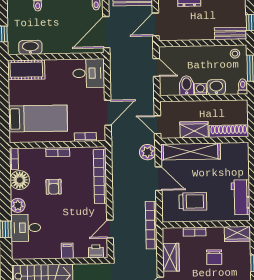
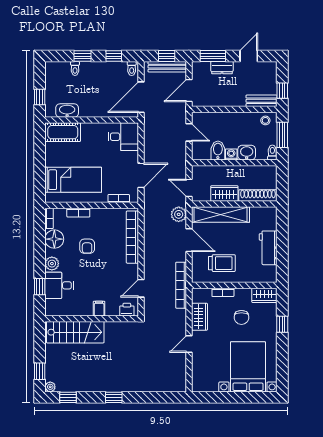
bookcase: (58, 152) -> (78, 213), moved
workbench: (241, 197) -> (268, 248), moved

